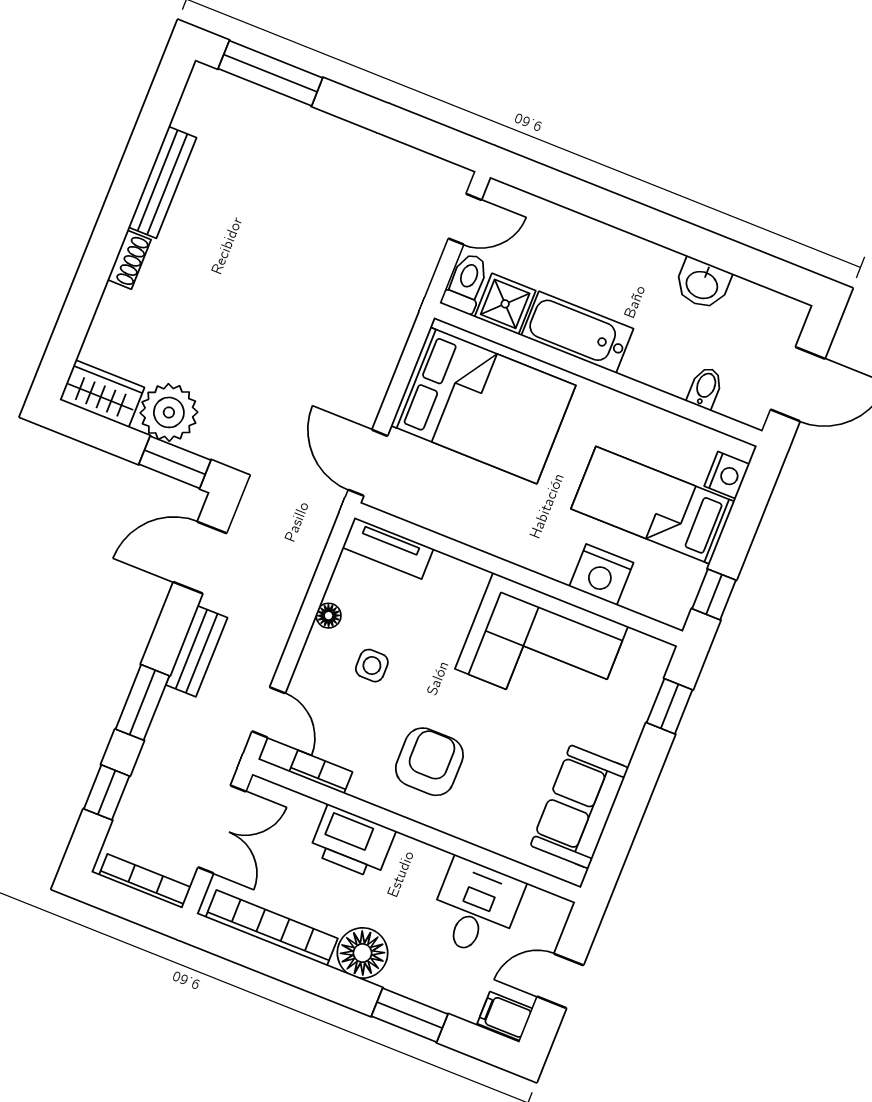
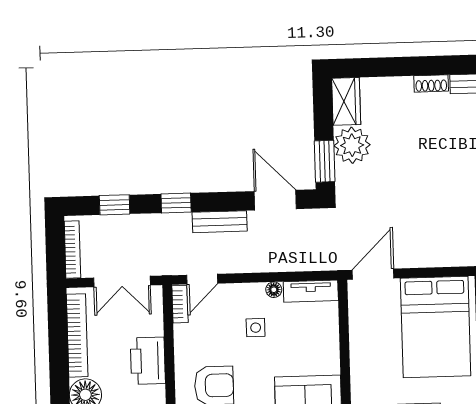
tv unit: (388, 548) -> (311, 291), moved, turned -90
window: (142, 702) -> (176, 203), width x0.67
bookcase: (321, 772) -> (180, 304), moved

